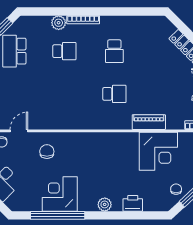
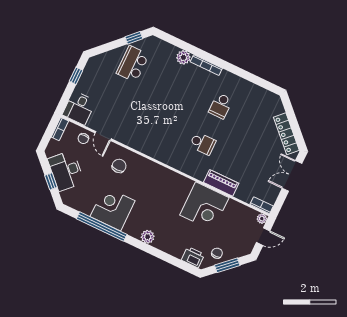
school desk: (64, 51) -> (177, 85), removed
door: (19, 131) -> (103, 136), swing flipped
corner desk: (158, 151) -> (204, 206), moved
printer: (133, 203) -> (193, 257), moved

